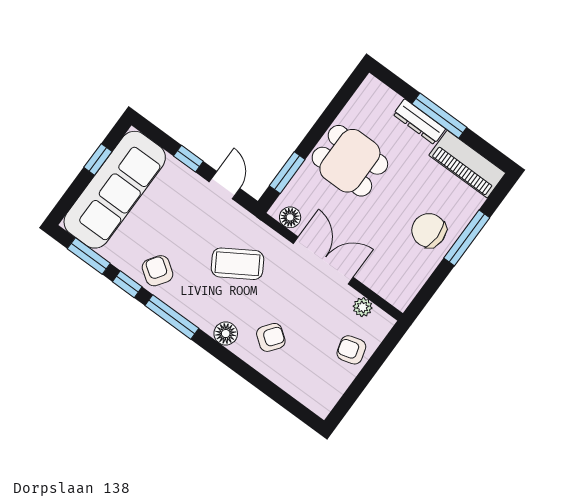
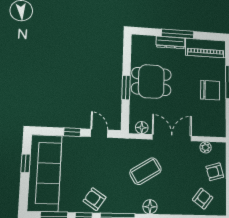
window: (287, 173) -> (126, 88), moved
chair: (429, 230) -> (210, 90), turned 180
coffee table: (238, 264) -> (145, 171), moved
armchair: (271, 337) -> (203, 199), moved

